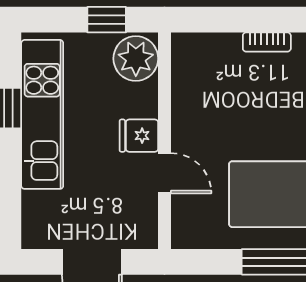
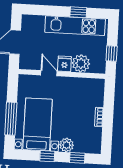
plant: (136, 59) -> (81, 63), moved
door: (165, 173) -> (49, 73), swing flipped

